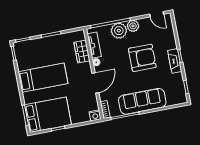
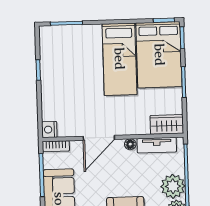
wardrobe: (82, 52) -> (167, 124), moved
door: (95, 83) -> (99, 138), hinge flipped
bed: (48, 115) -> (159, 55), moved

